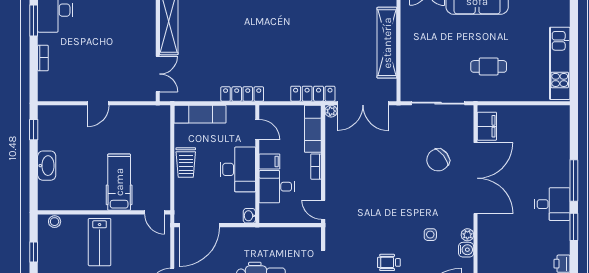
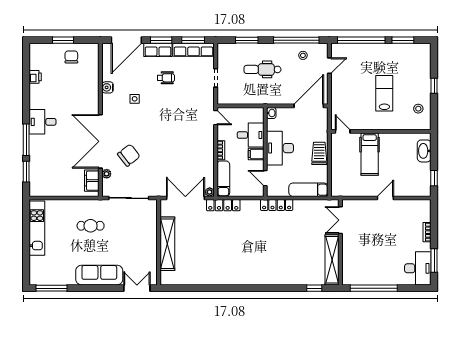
hospital bed: (119, 182) -> (370, 154), moved
wall: (104, 212) -> (381, 131), moved
door: (155, 212) -> (343, 131), moved
window: (574, 227) -> (26, 172), moved
plant: (467, 235) -> (107, 174), moved

